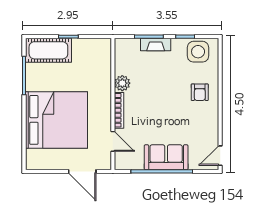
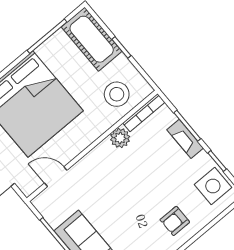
stool: (94, 63) -> (117, 94), added
bookcase: (119, 110) -> (144, 113), moved
door: (113, 141) -> (56, 177), swing flipped

